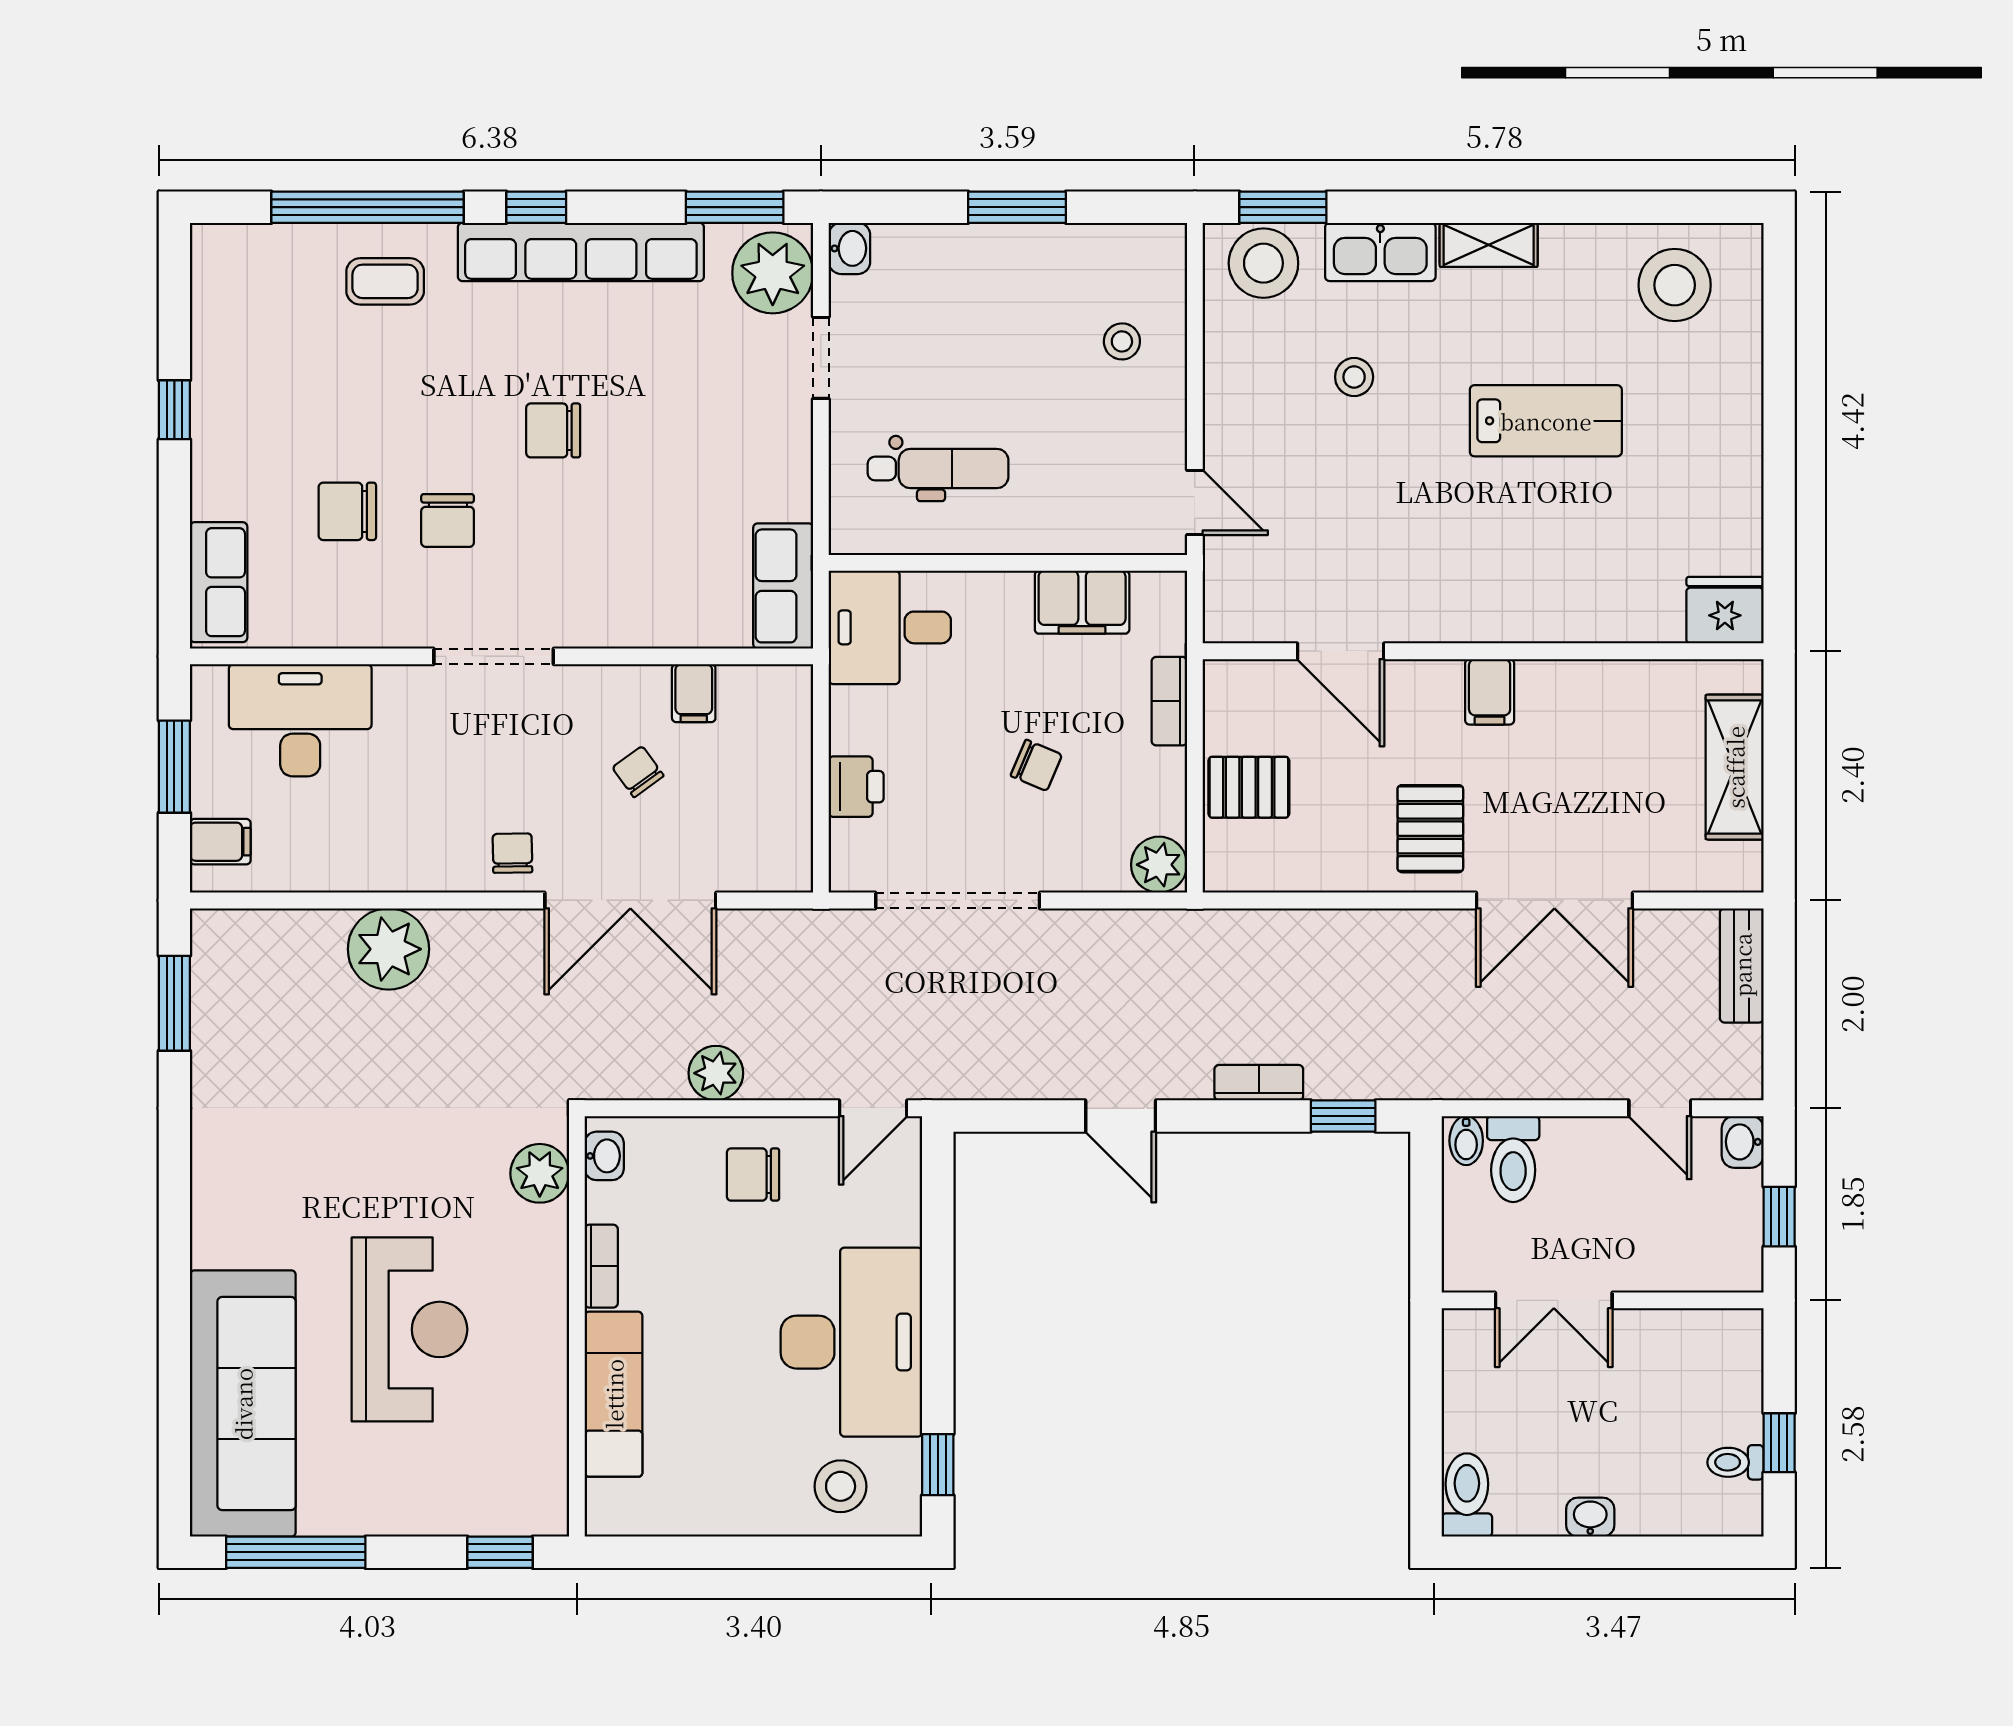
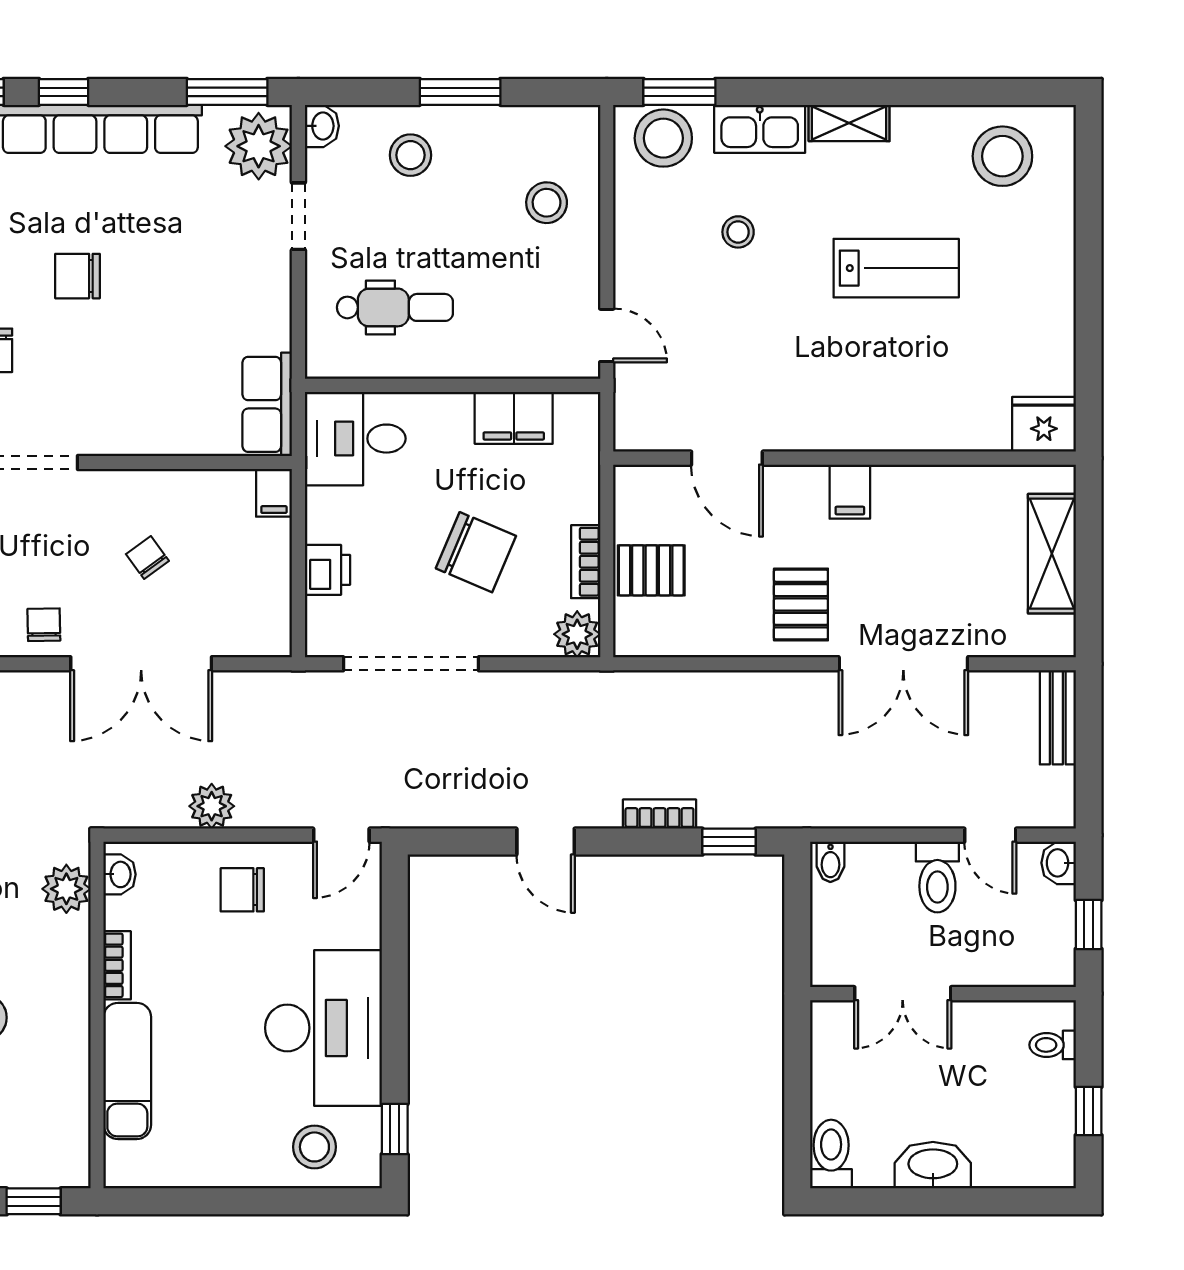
stool: (957, 284) -> (410, 155), added
stool: (1122, 341) -> (547, 203), width x1.37, depth x1.37
filing cabinet: (694, 693) -> (274, 493), moved
bookcase: (1169, 701) -> (586, 562), moved
chair: (1036, 765) -> (476, 552), width x1.87, depth x1.87
toilet: (1513, 1159) -> (937, 877), moved
toilet: (1735, 1462) -> (1053, 1045), moved
washbasin: (1590, 1517) -> (933, 1165), width x1.91, depth x1.45

